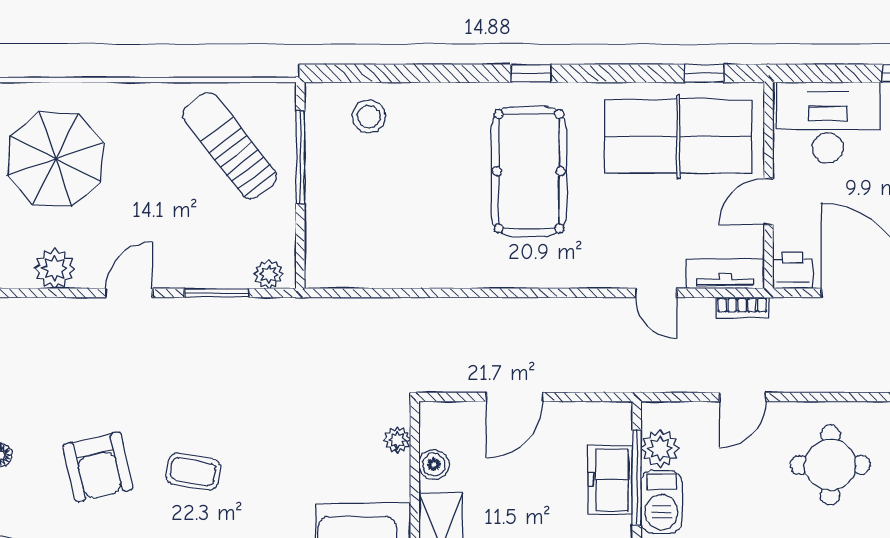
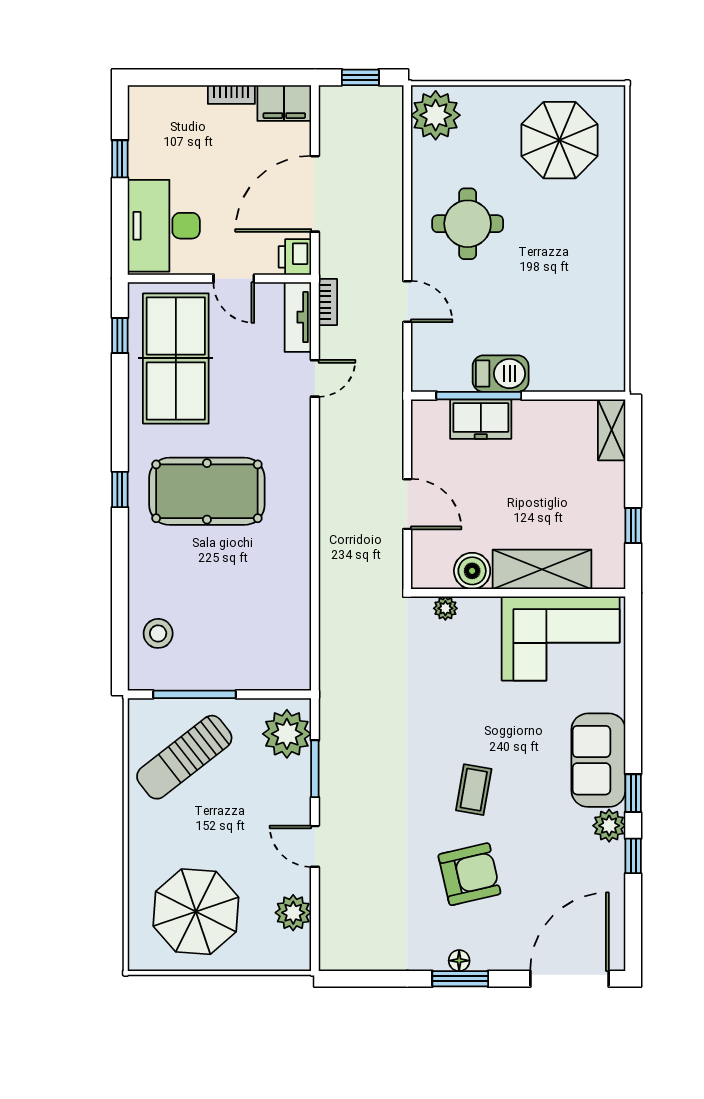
plant: (269, 274) -> (287, 734), width x1.88, depth x1.88
plant: (660, 449) -> (453, 375), removed
boiler: (434, 464) -> (472, 571), width x1.36, depth x1.36

